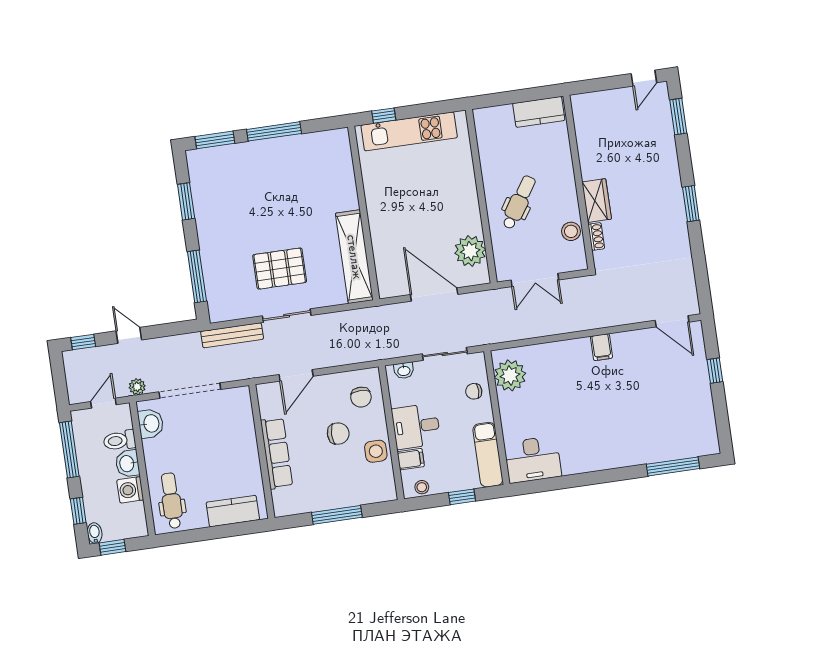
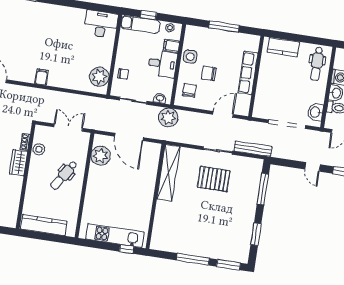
kitchen counter: (539, 112) -> (44, 225), width x1.50
plant: (137, 387) -> (168, 117), moved, width x1.87, depth x1.87
exam couch: (488, 455) -> (140, 24), moved, turned 90

